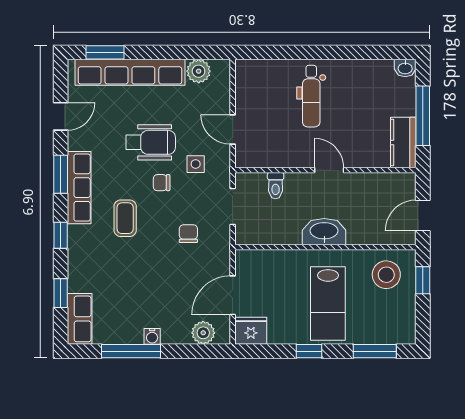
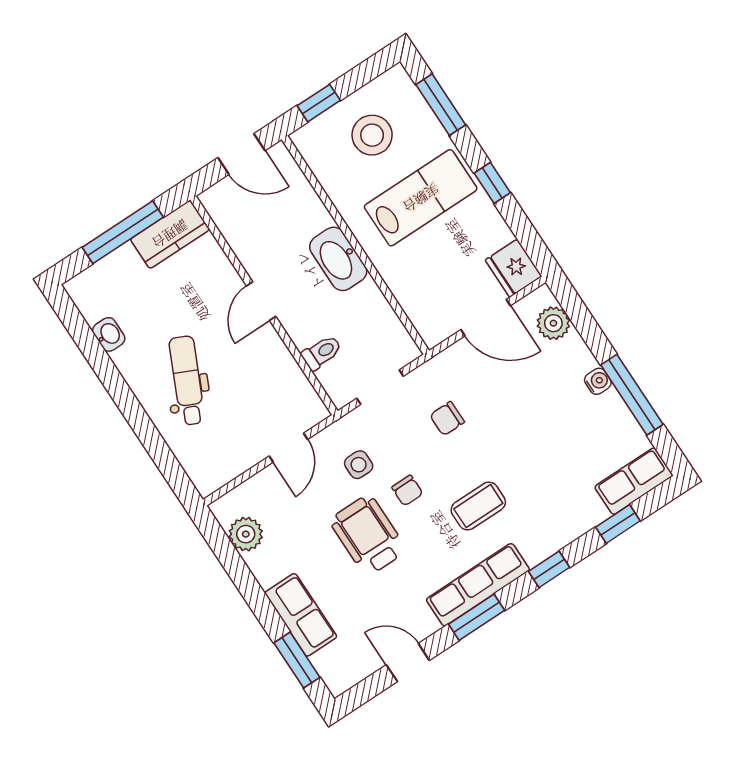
washbasin: (405, 68) -> (109, 334), moved
row of seats: (130, 72) -> (301, 615), width x0.50
dental chair: (311, 96) -> (187, 380), turned -65
stool: (386, 275) -> (372, 135), moved

